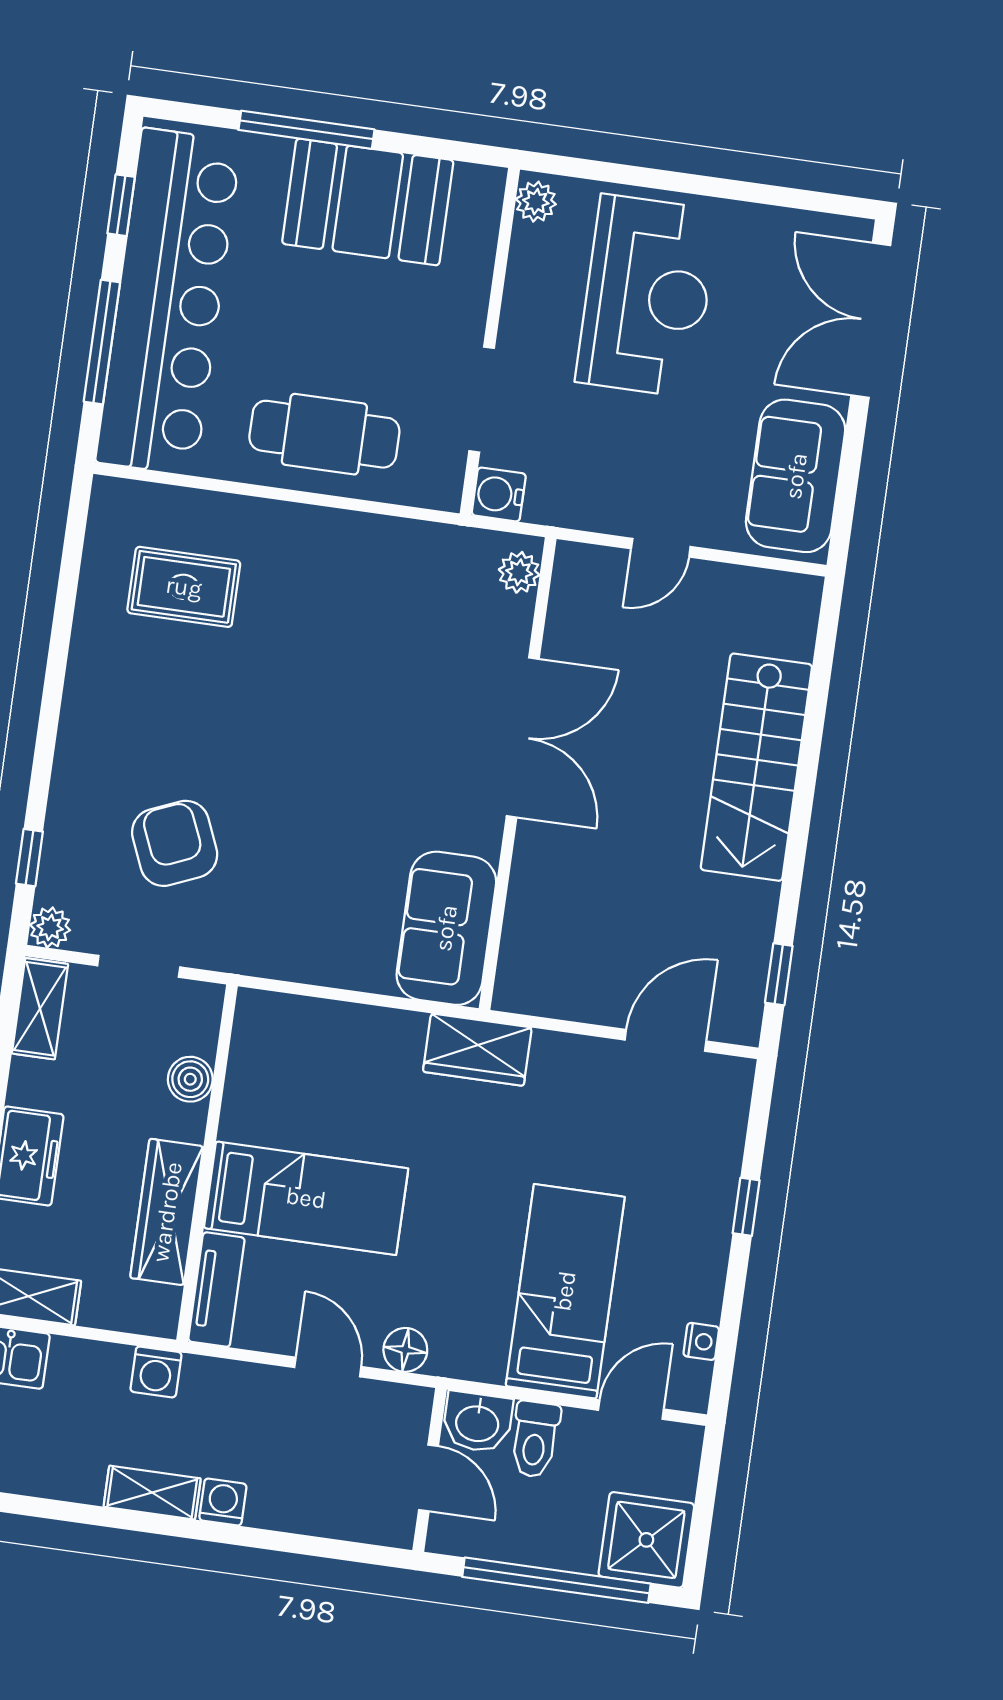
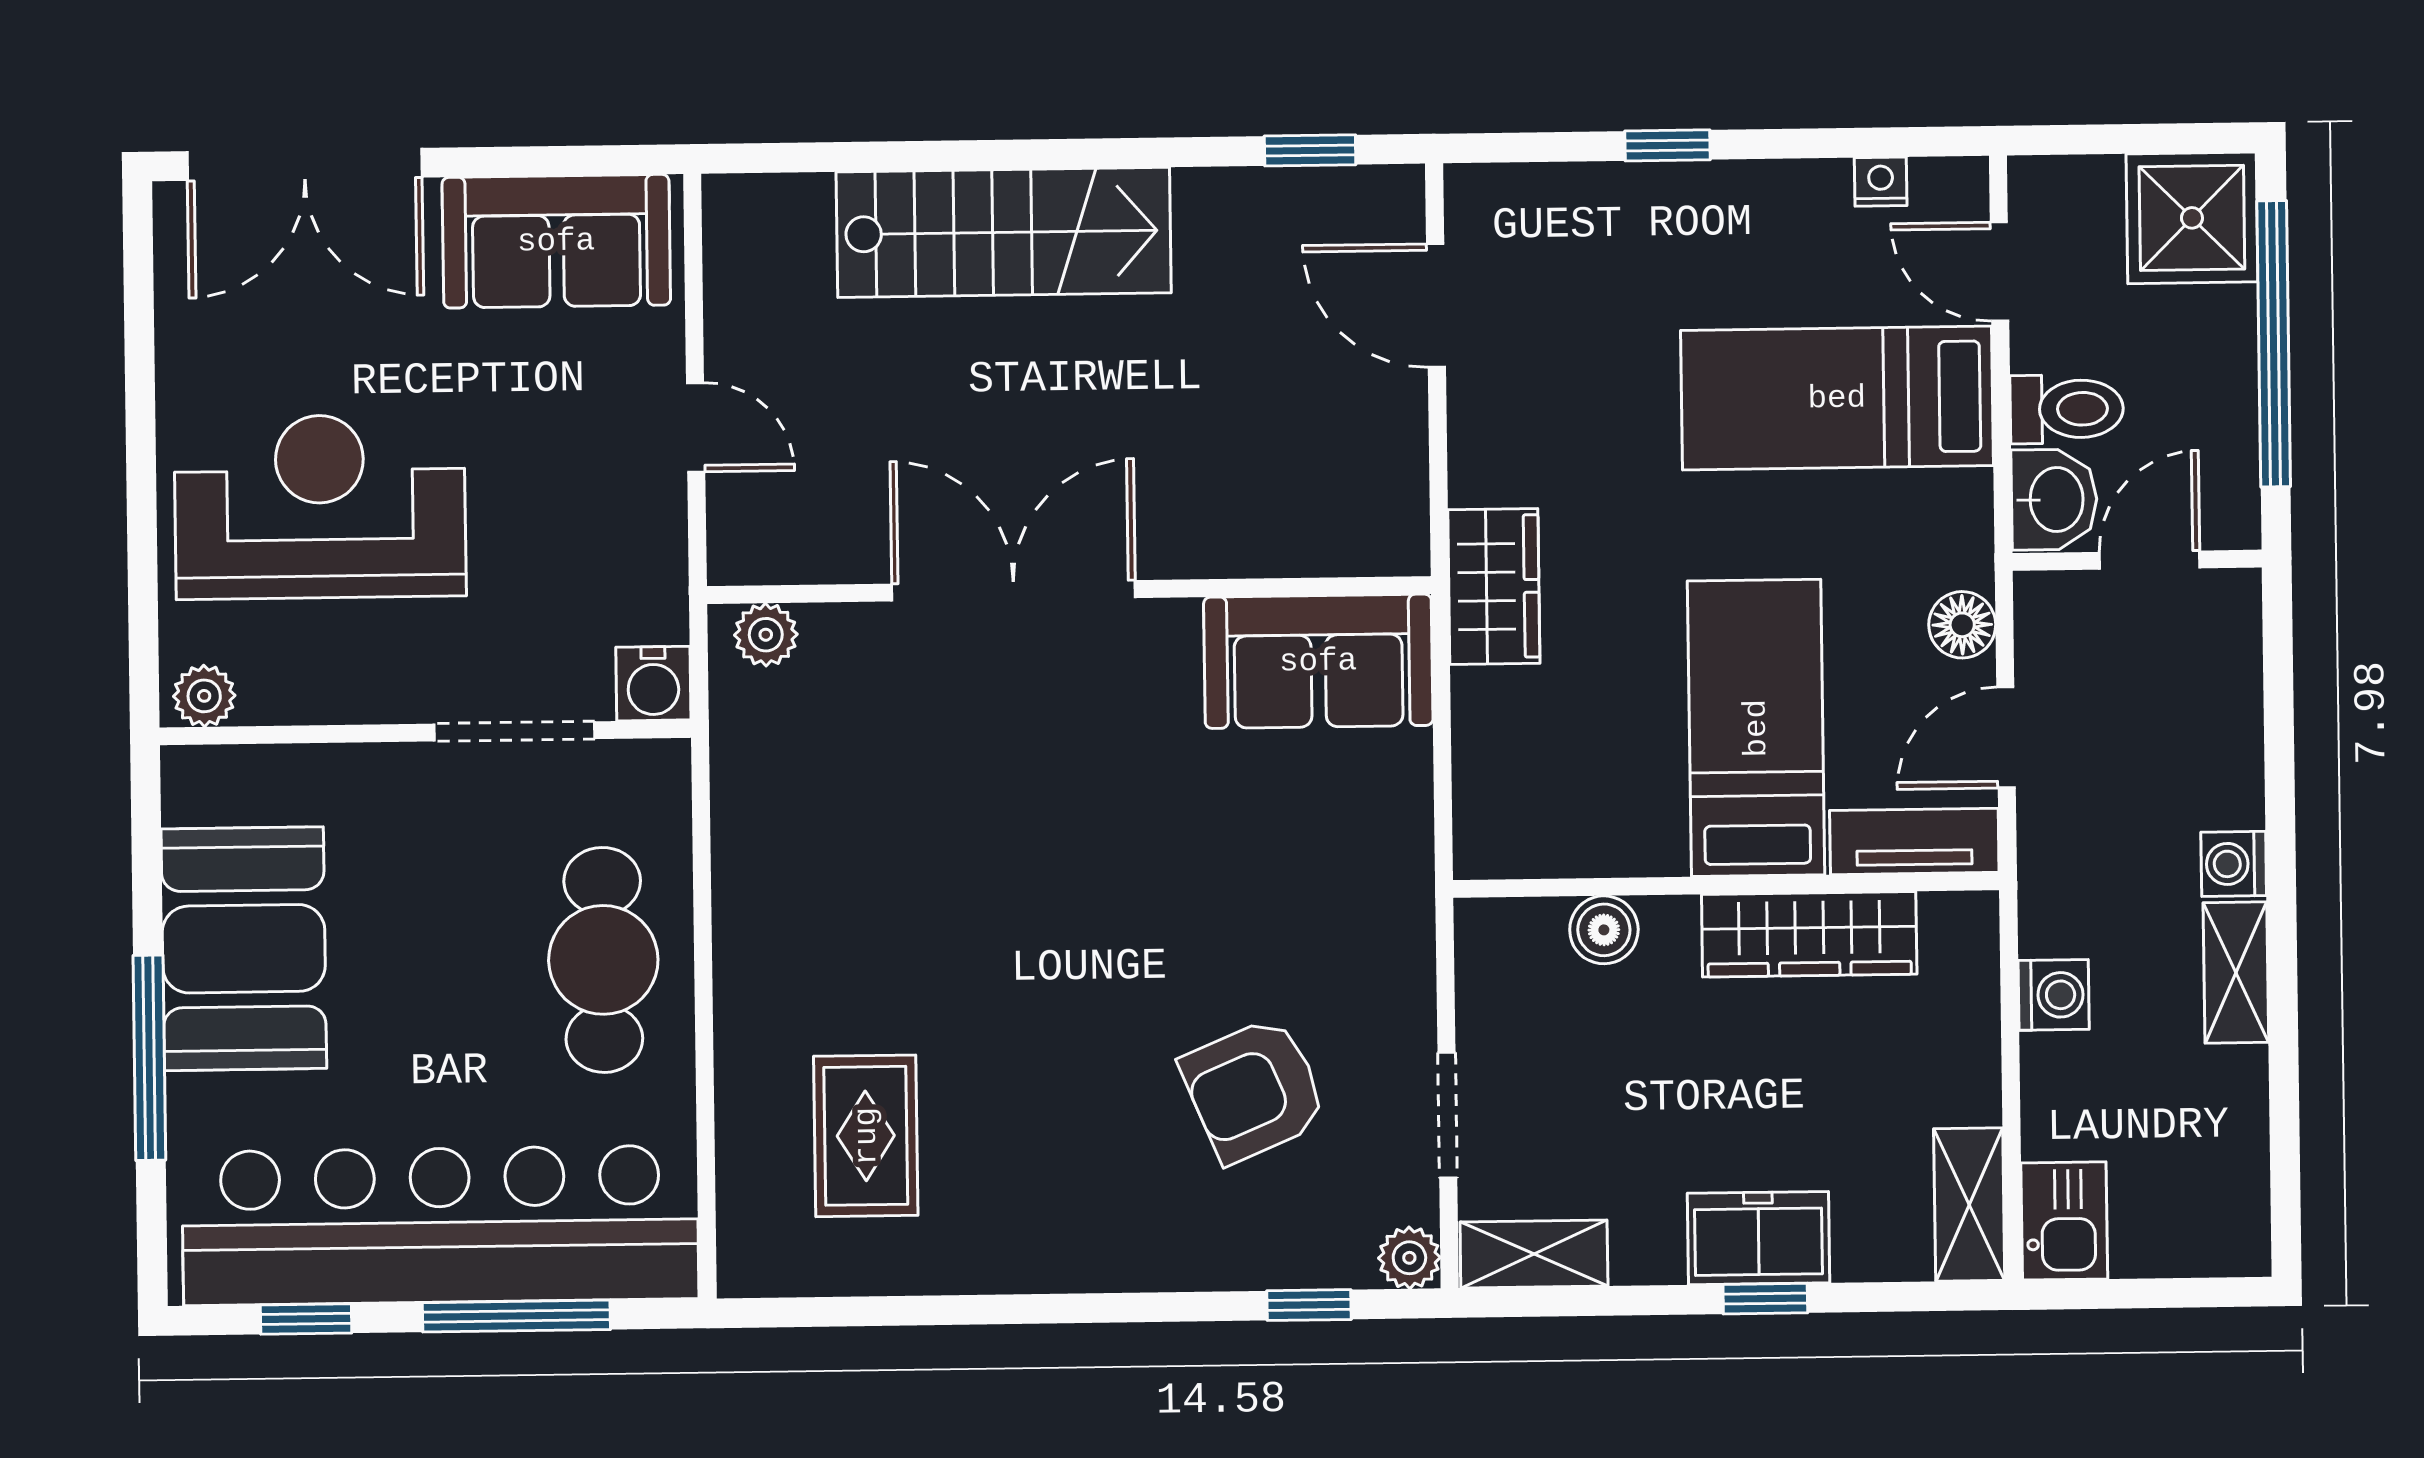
boiler: (190, 1079) -> (1604, 930), moved
wall: (207, 1163) -> (1726, 885), moved
bed: (306, 1198) -> (1756, 728), moved
wardrobe: (167, 1212) -> (1809, 934), moved
tv unit: (216, 1290) -> (1914, 841), moved

